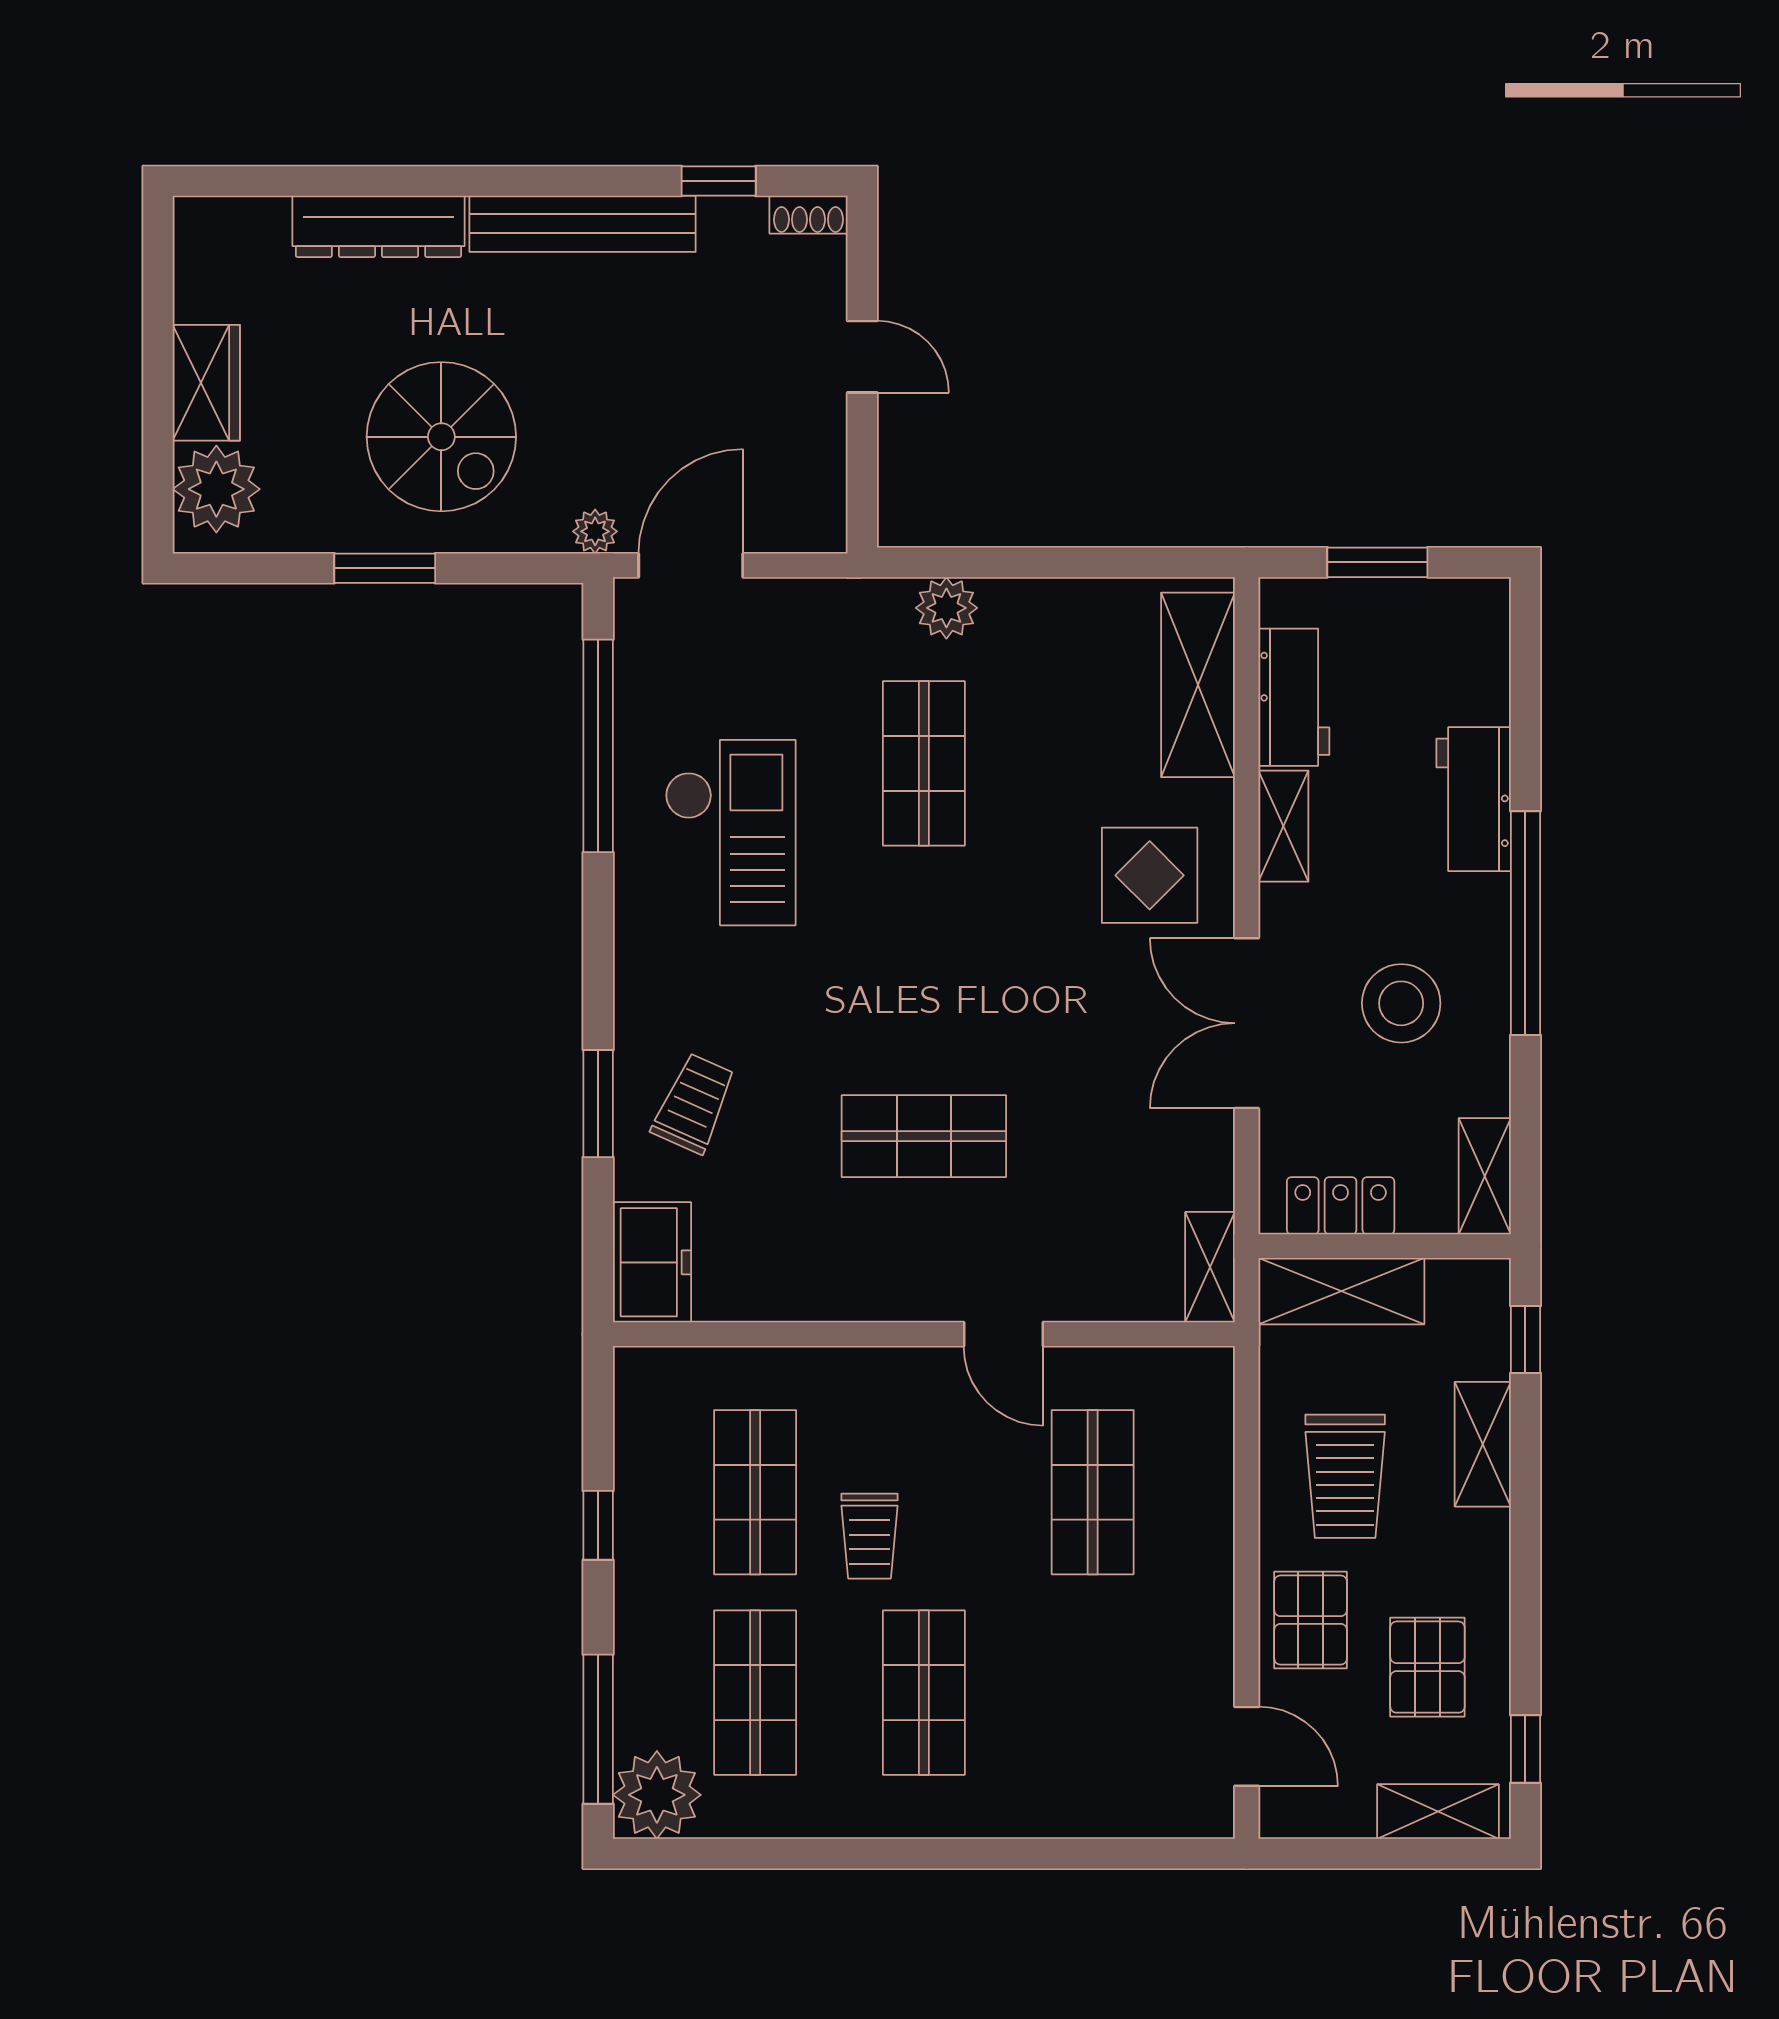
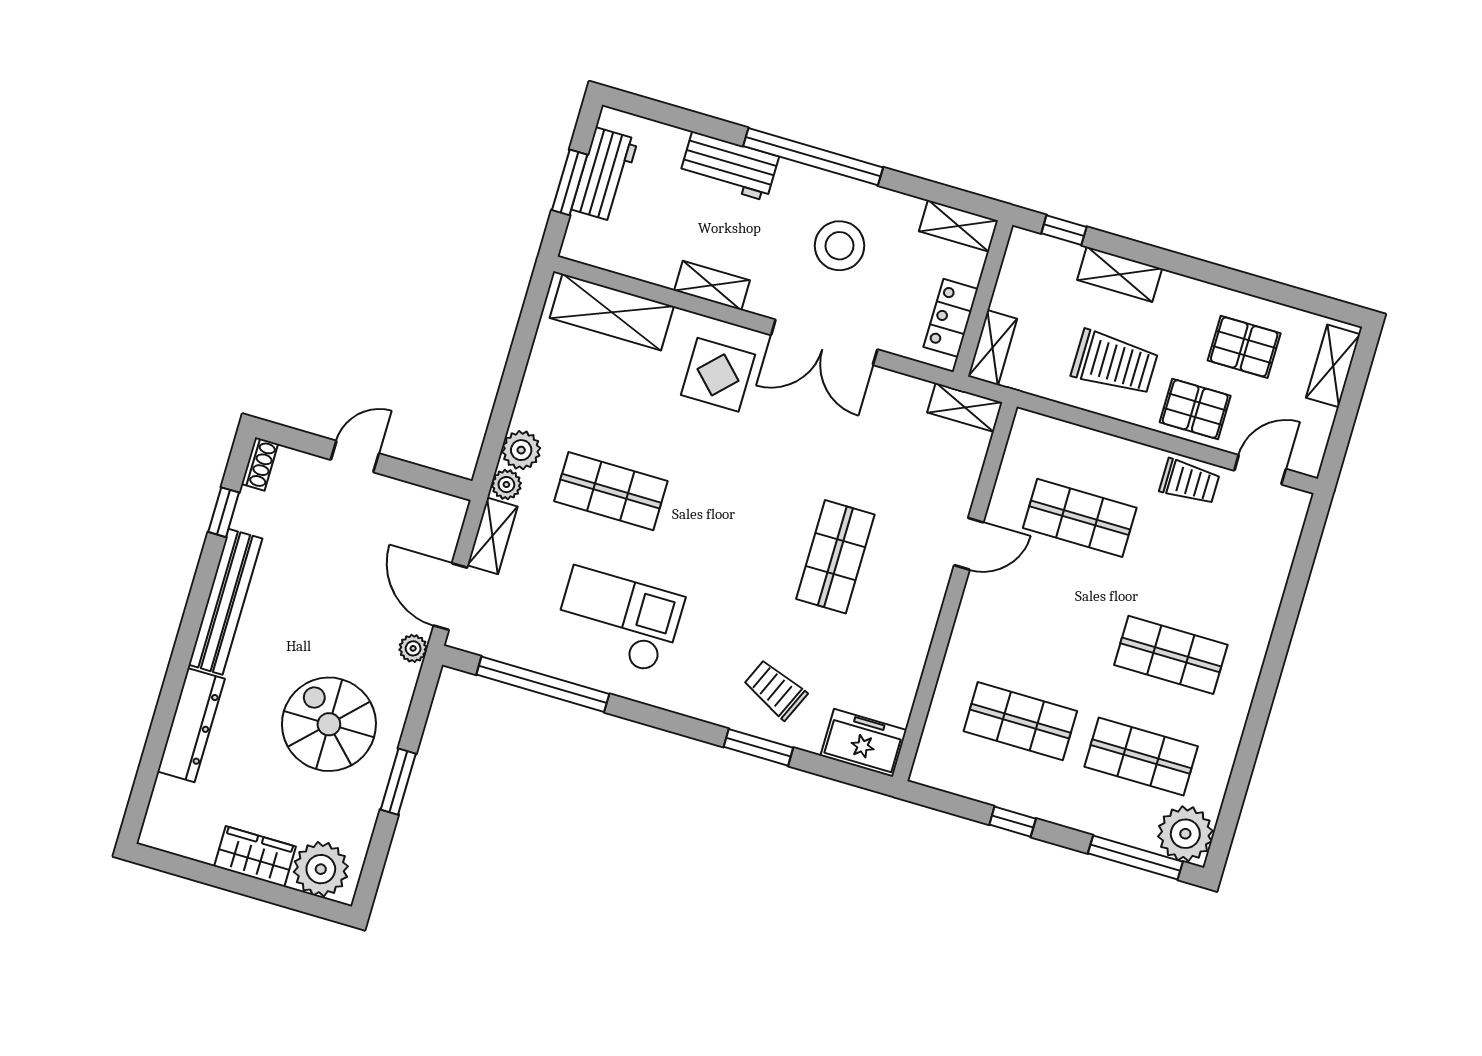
spiral stairs: (441, 437) -> (329, 724), turned -90
plant: (887, 601) -> (506, 485), added
shelving: (802, 602) -> (492, 536), added
workbench: (1294, 697) -> (605, 175), moved, turned 90
shelving: (1341, 1291) -> (993, 348), width x0.67, depth x0.75
trolley: (869, 1536) -> (1189, 482), moved
window: (1525, 1749) -> (1311, 302), removed

